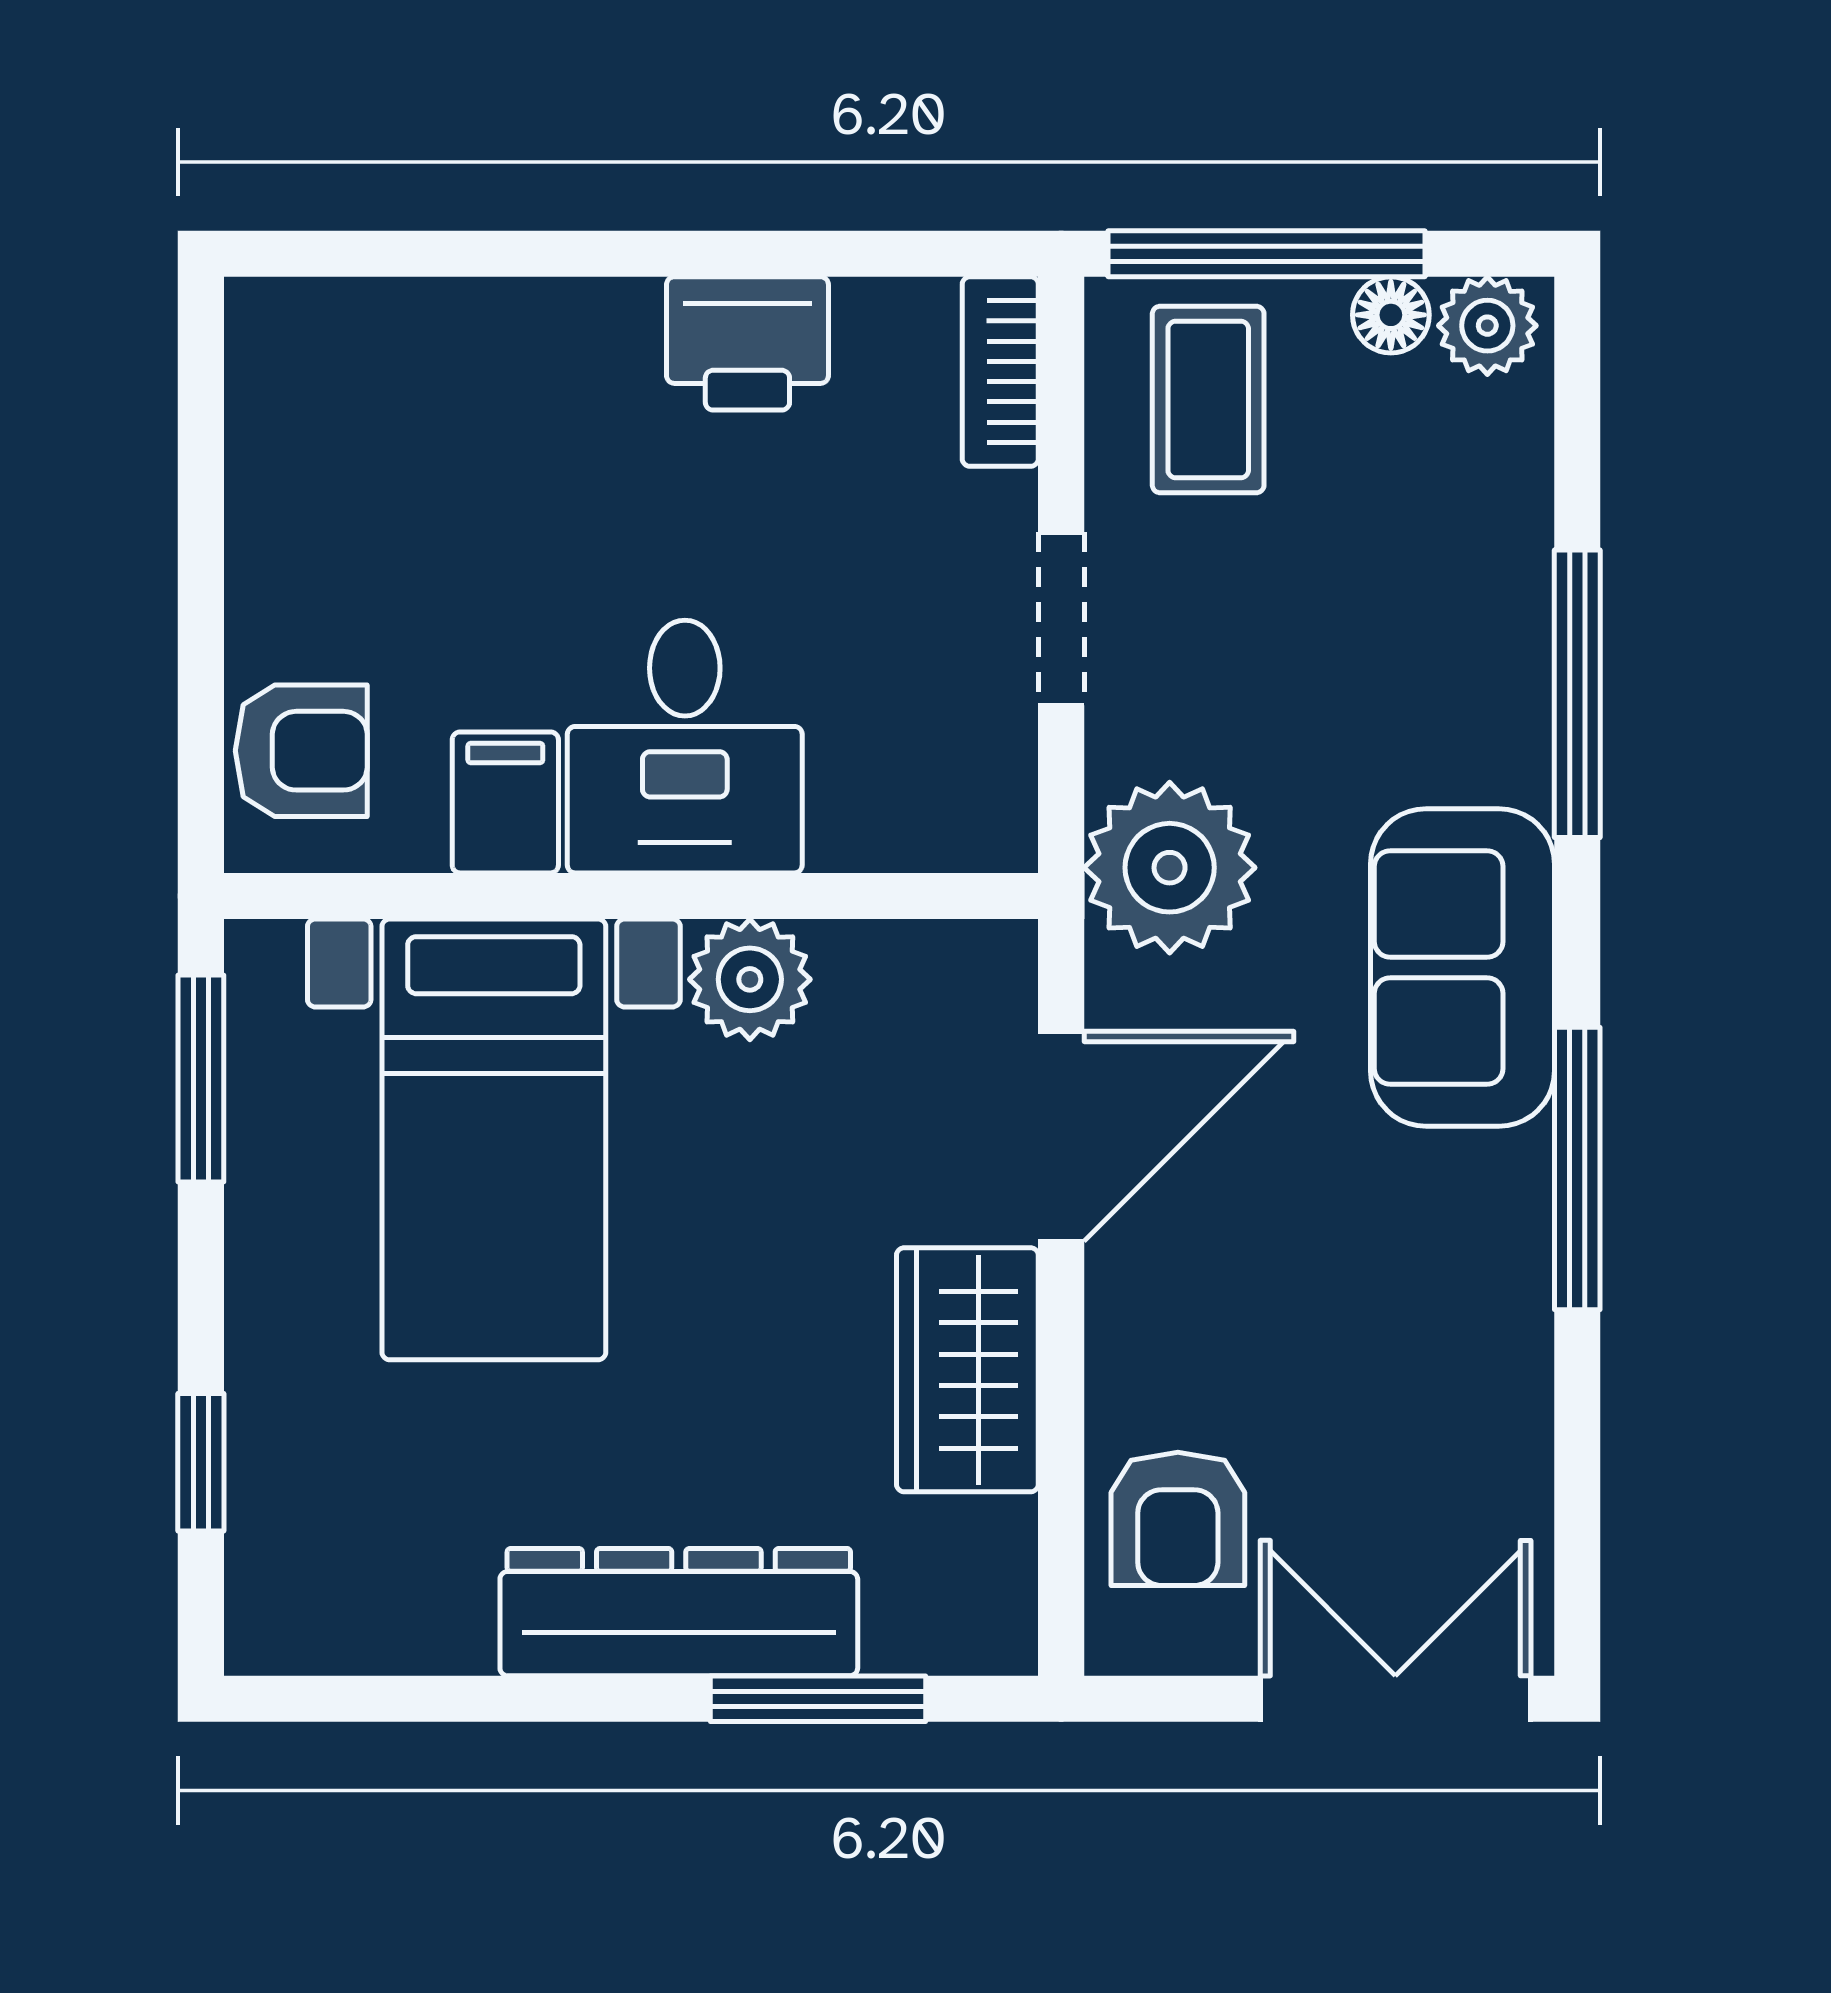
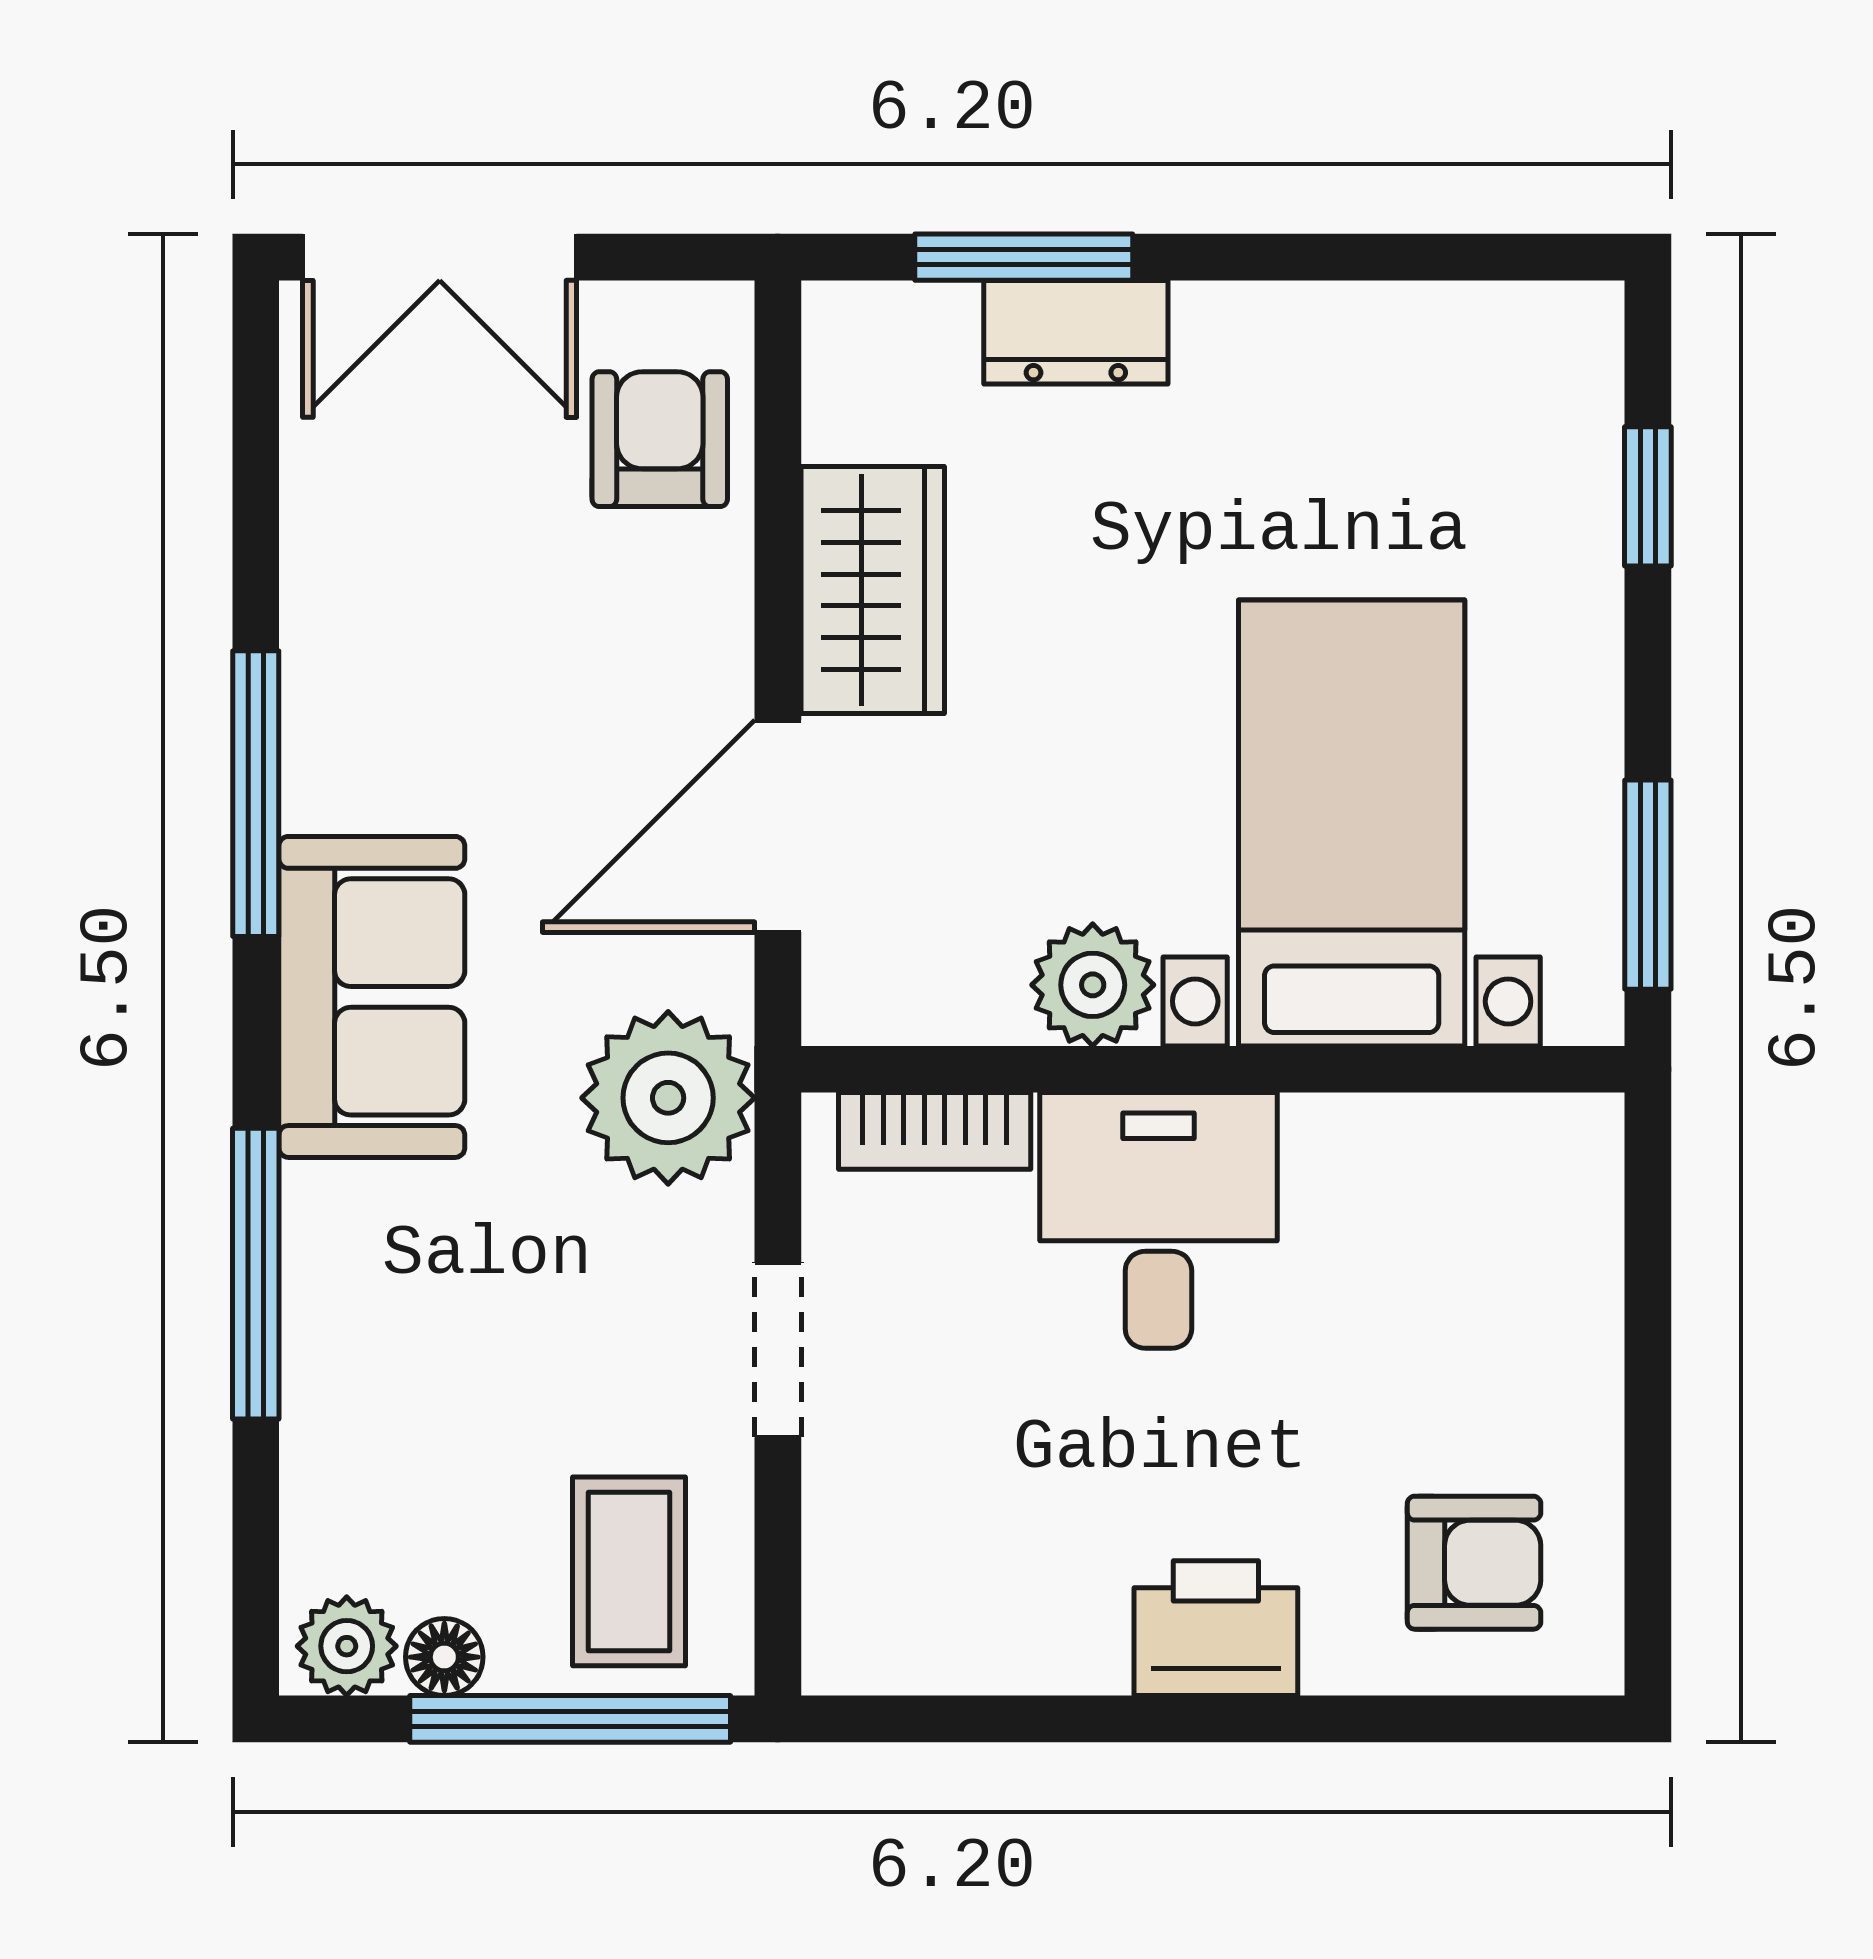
printer: (747, 343) -> (1216, 1628), moved
bookcase: (1000, 372) -> (935, 1131), moved, turned 90
armchair: (301, 751) -> (1474, 1563), moved, turned 180
filing cabinet: (505, 802) -> (1340, 1164), removed
dresser: (679, 1612) -> (1076, 332), width x0.51, depth x0.80

